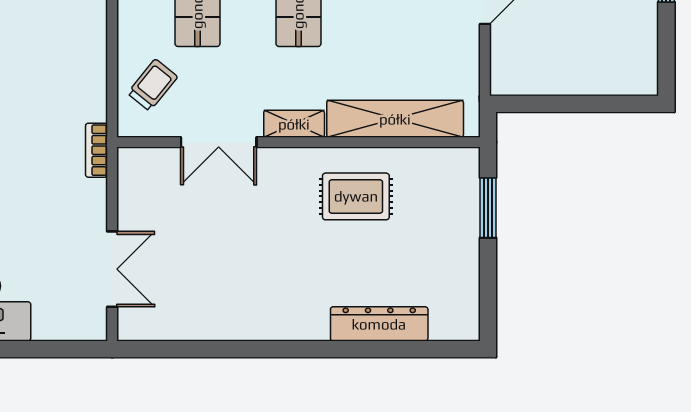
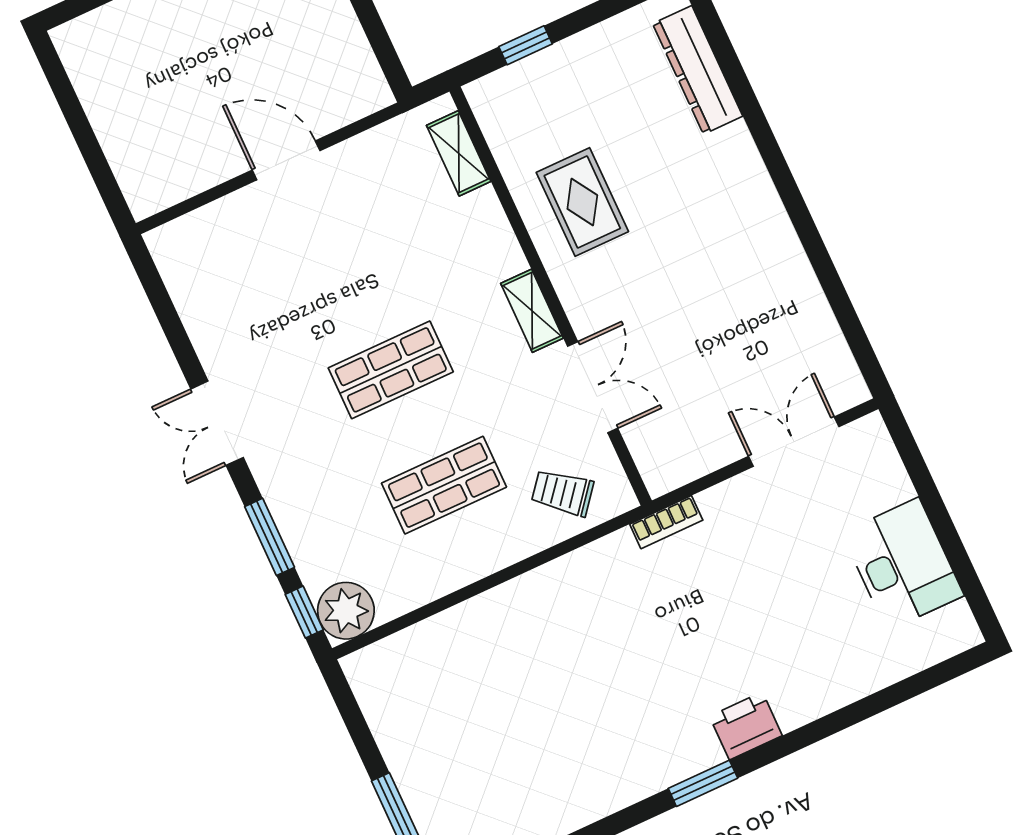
shelving: (395, 119) -> (459, 153), width x0.45, depth x0.75
window: (488, 208) -> (526, 45), width x0.67
dresser: (379, 324) -> (698, 70), moved

